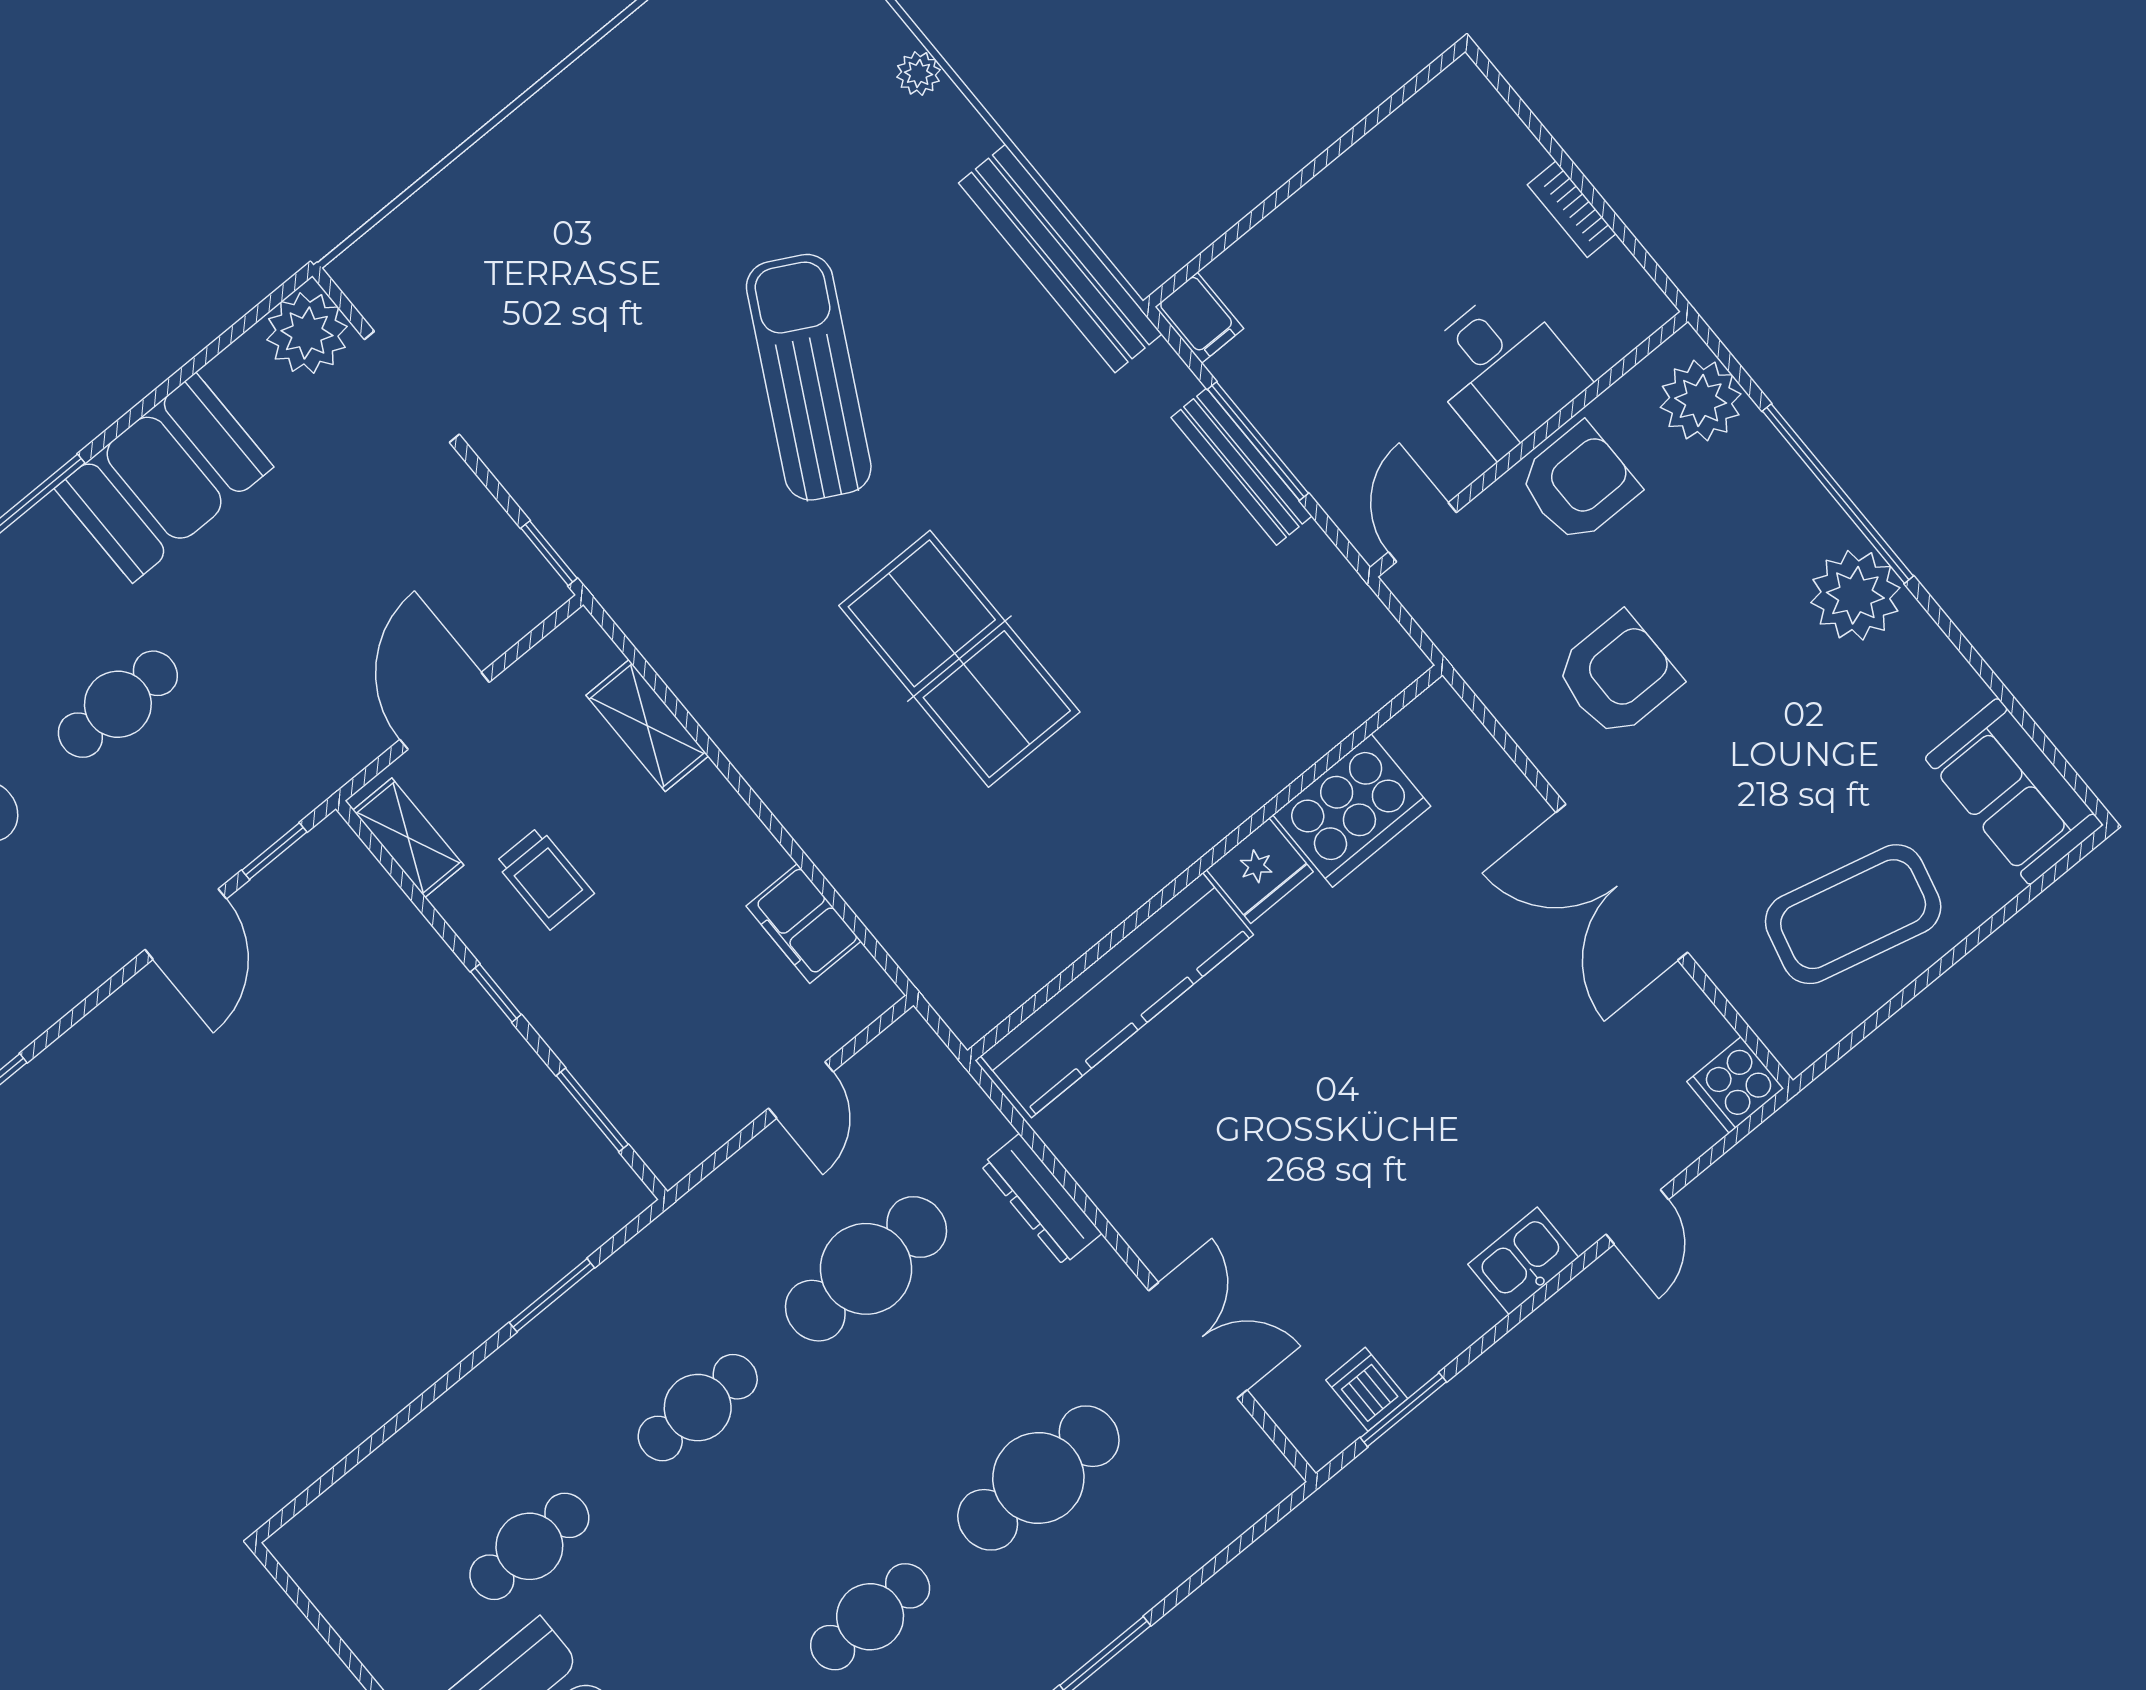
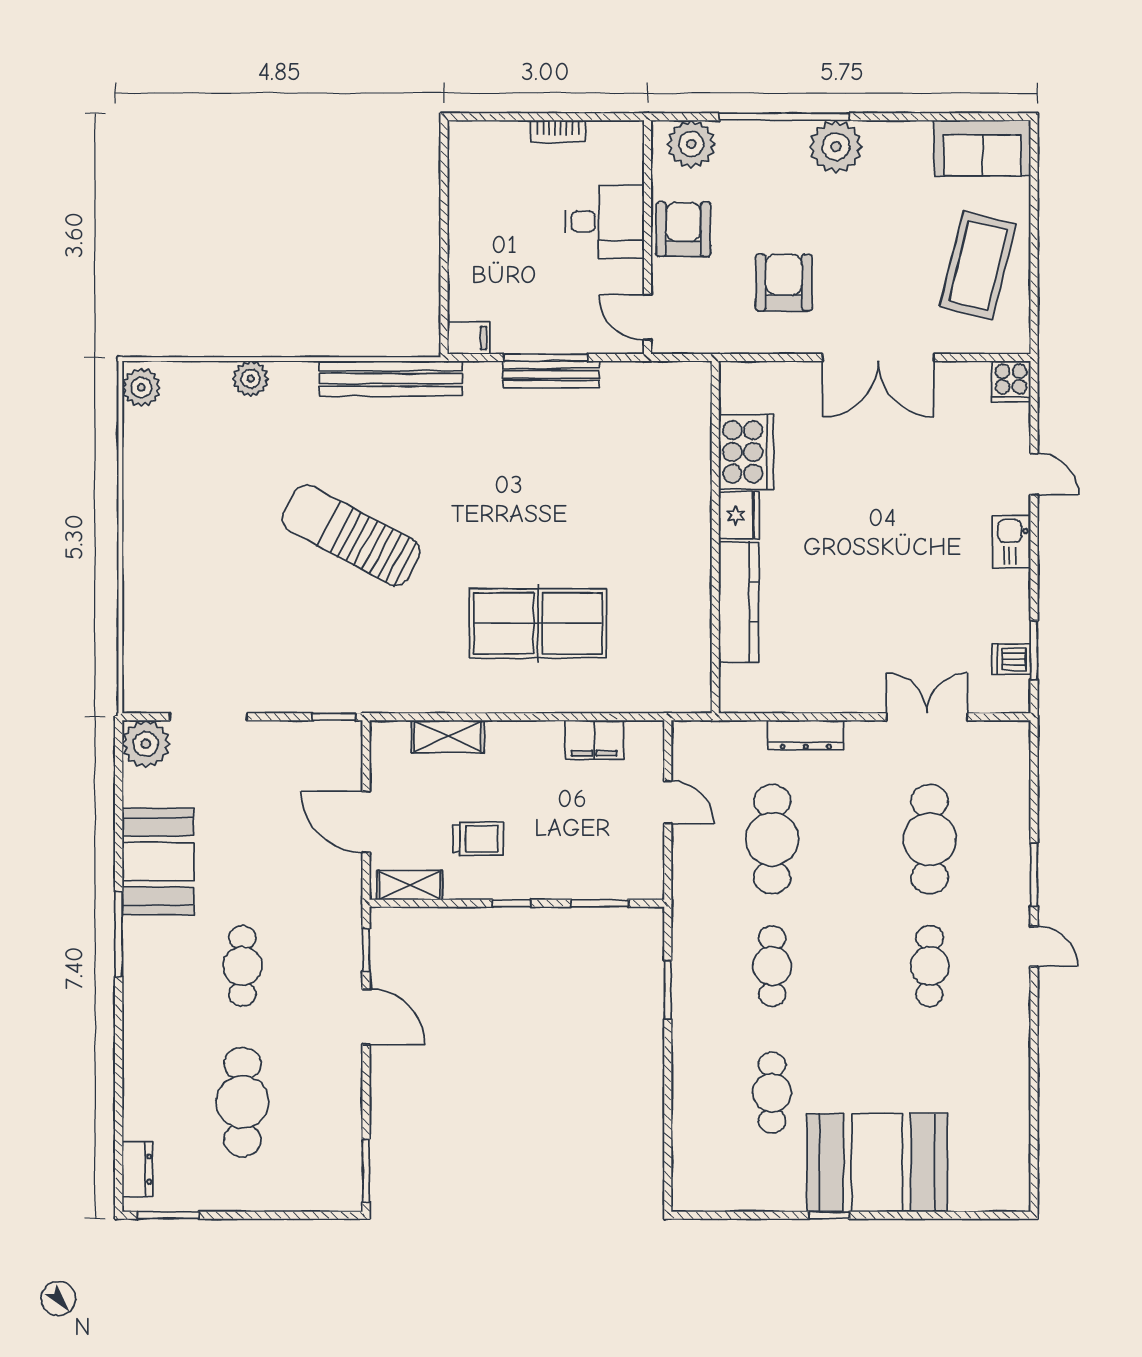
plant: (919, 73) -> (251, 379), width x1.38, depth x1.38
table tennis table: (959, 659) -> (538, 623), moved
kitchen counter: (1117, 995) -> (739, 602), width x0.72, depth x0.86

